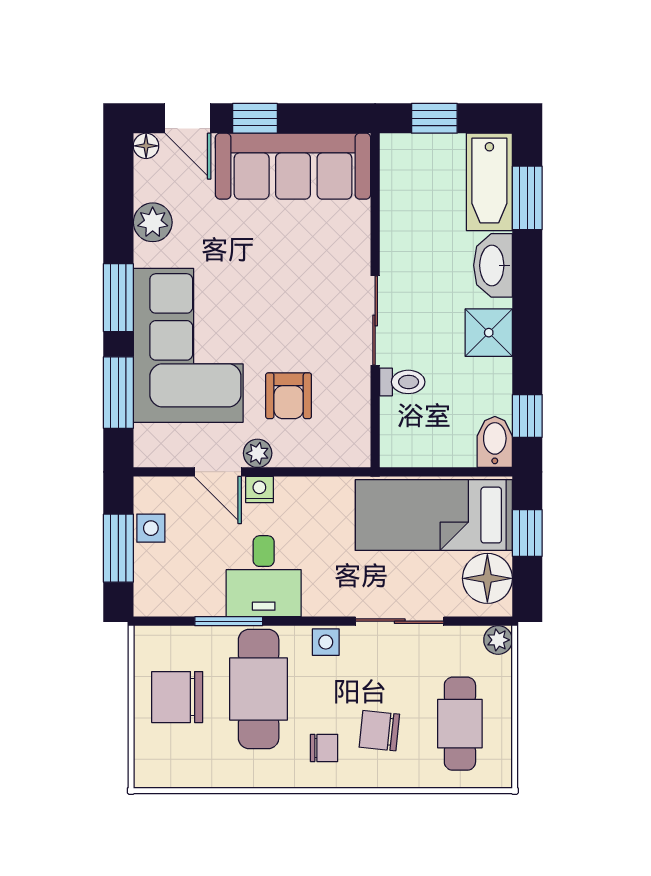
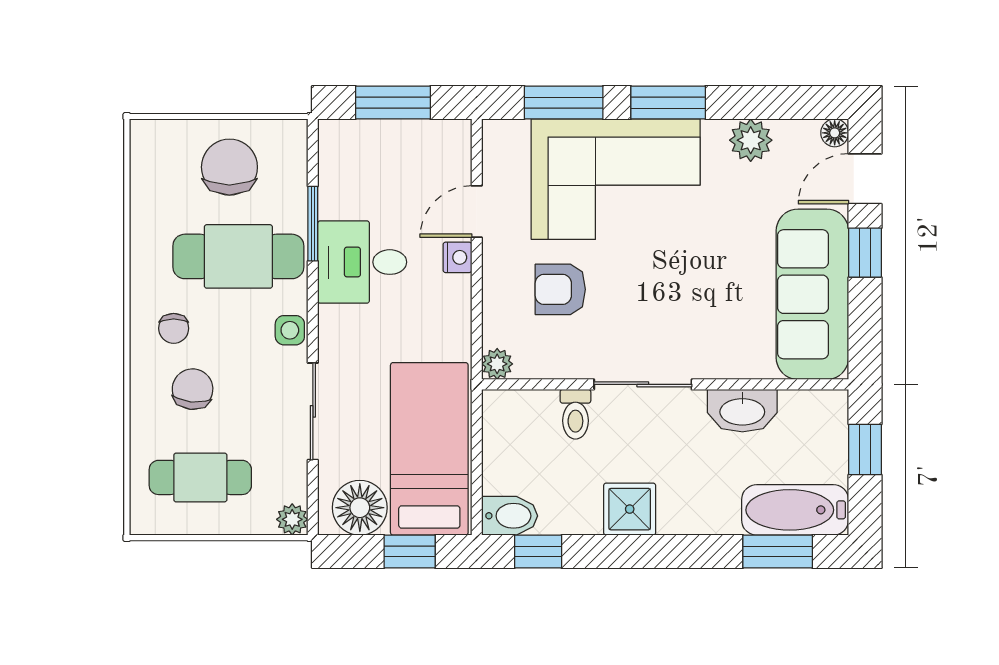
washbasin: (493, 265) -> (742, 411), moved, turned 180
plant: (258, 453) -> (497, 364), moved
side table: (151, 528) -> (415, 138), removed

